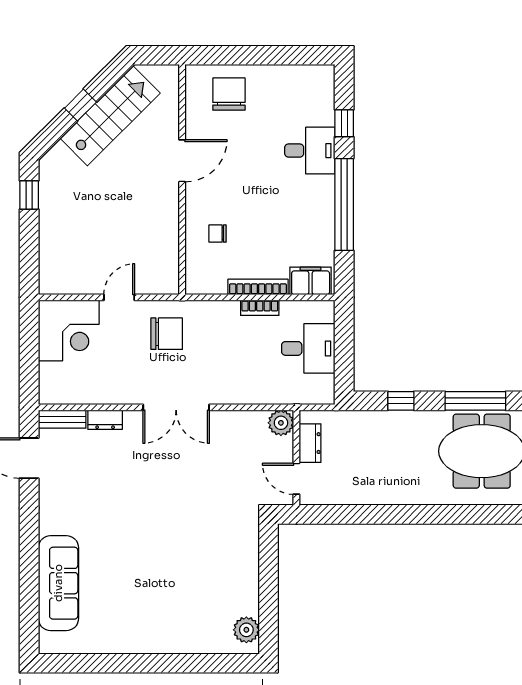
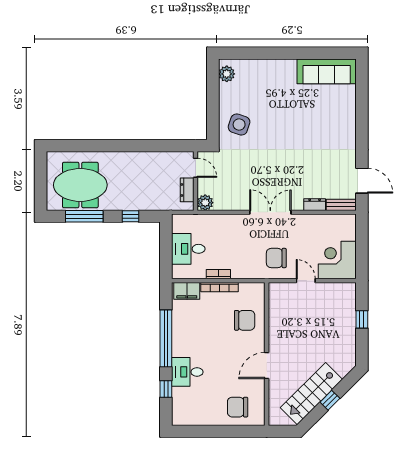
chair: (229, 94) -> (238, 407), turned 90
window: (29, 195) -> (362, 319), moved
chair: (218, 234) -> (245, 320), width x1.87, depth x1.87
door: (119, 297) -> (306, 281), swing flipped
side table: (227, 548) -> (239, 125), added
sofa: (58, 583) -> (327, 71), moved, turned -90

